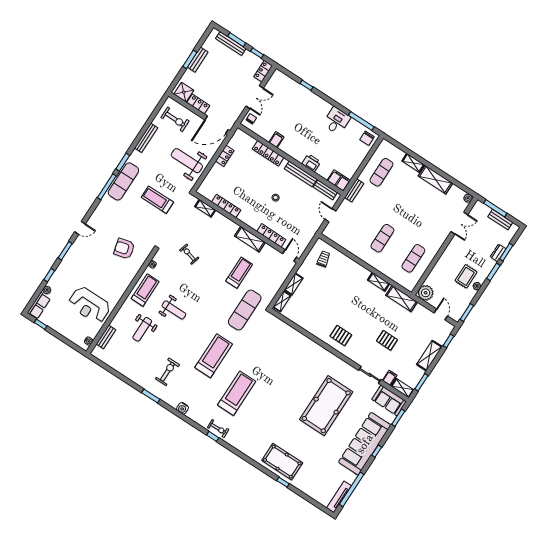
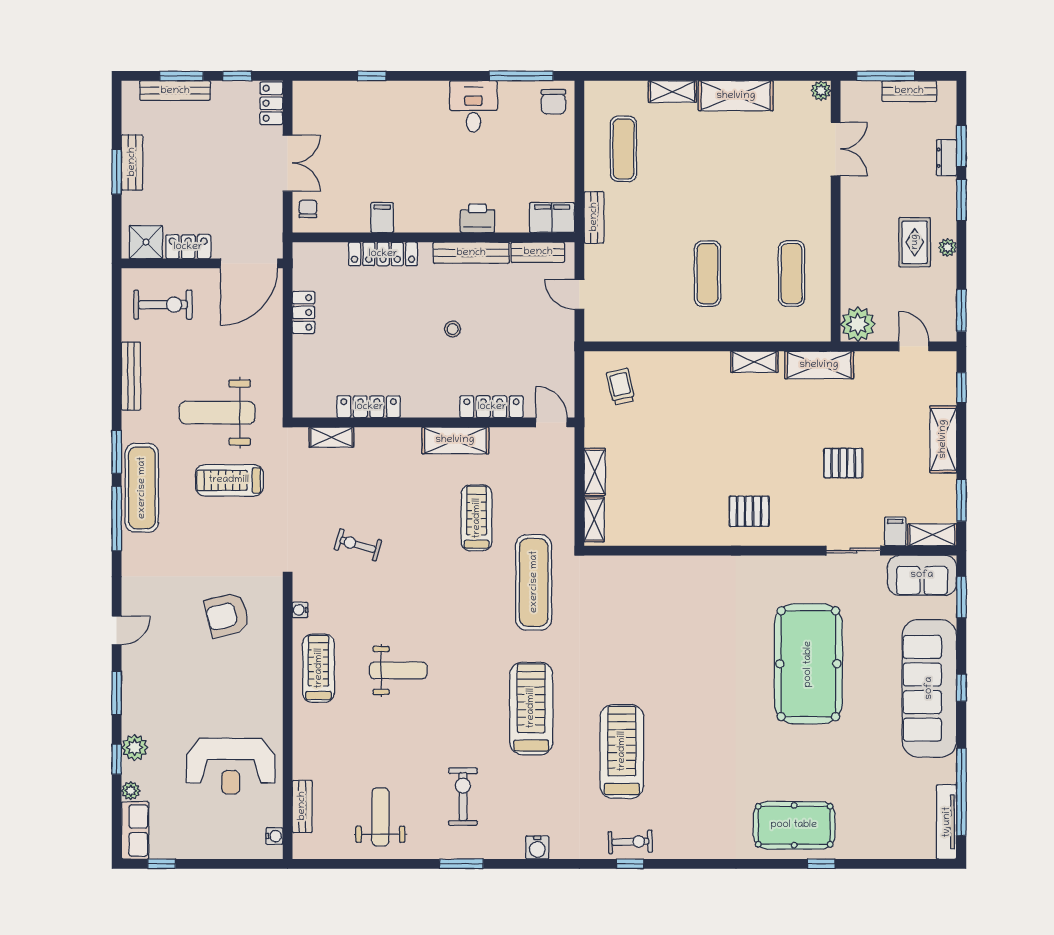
weight bench: (187, 161) -> (217, 413), moved
plant: (59, 275) -> (135, 747), added
weight bench: (142, 329) -> (380, 817), moved, turned 180

